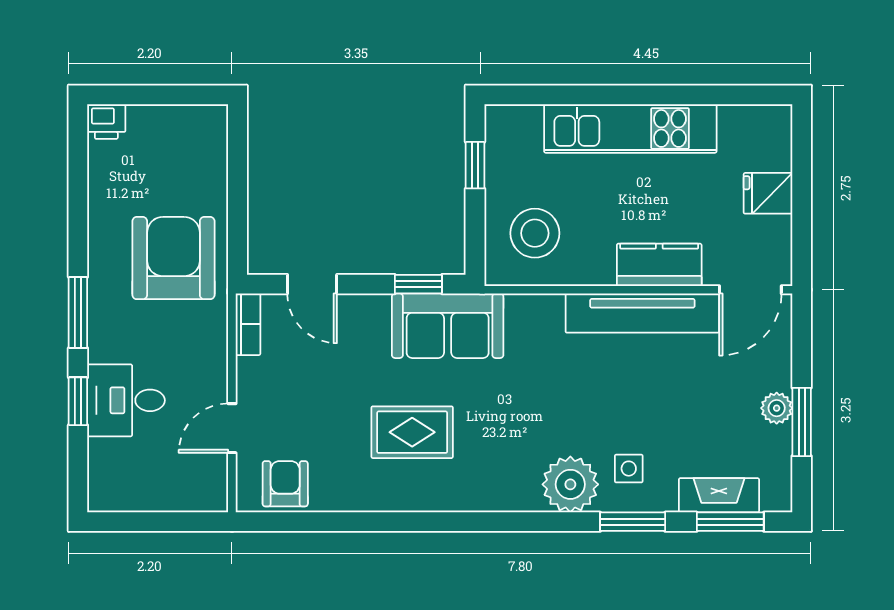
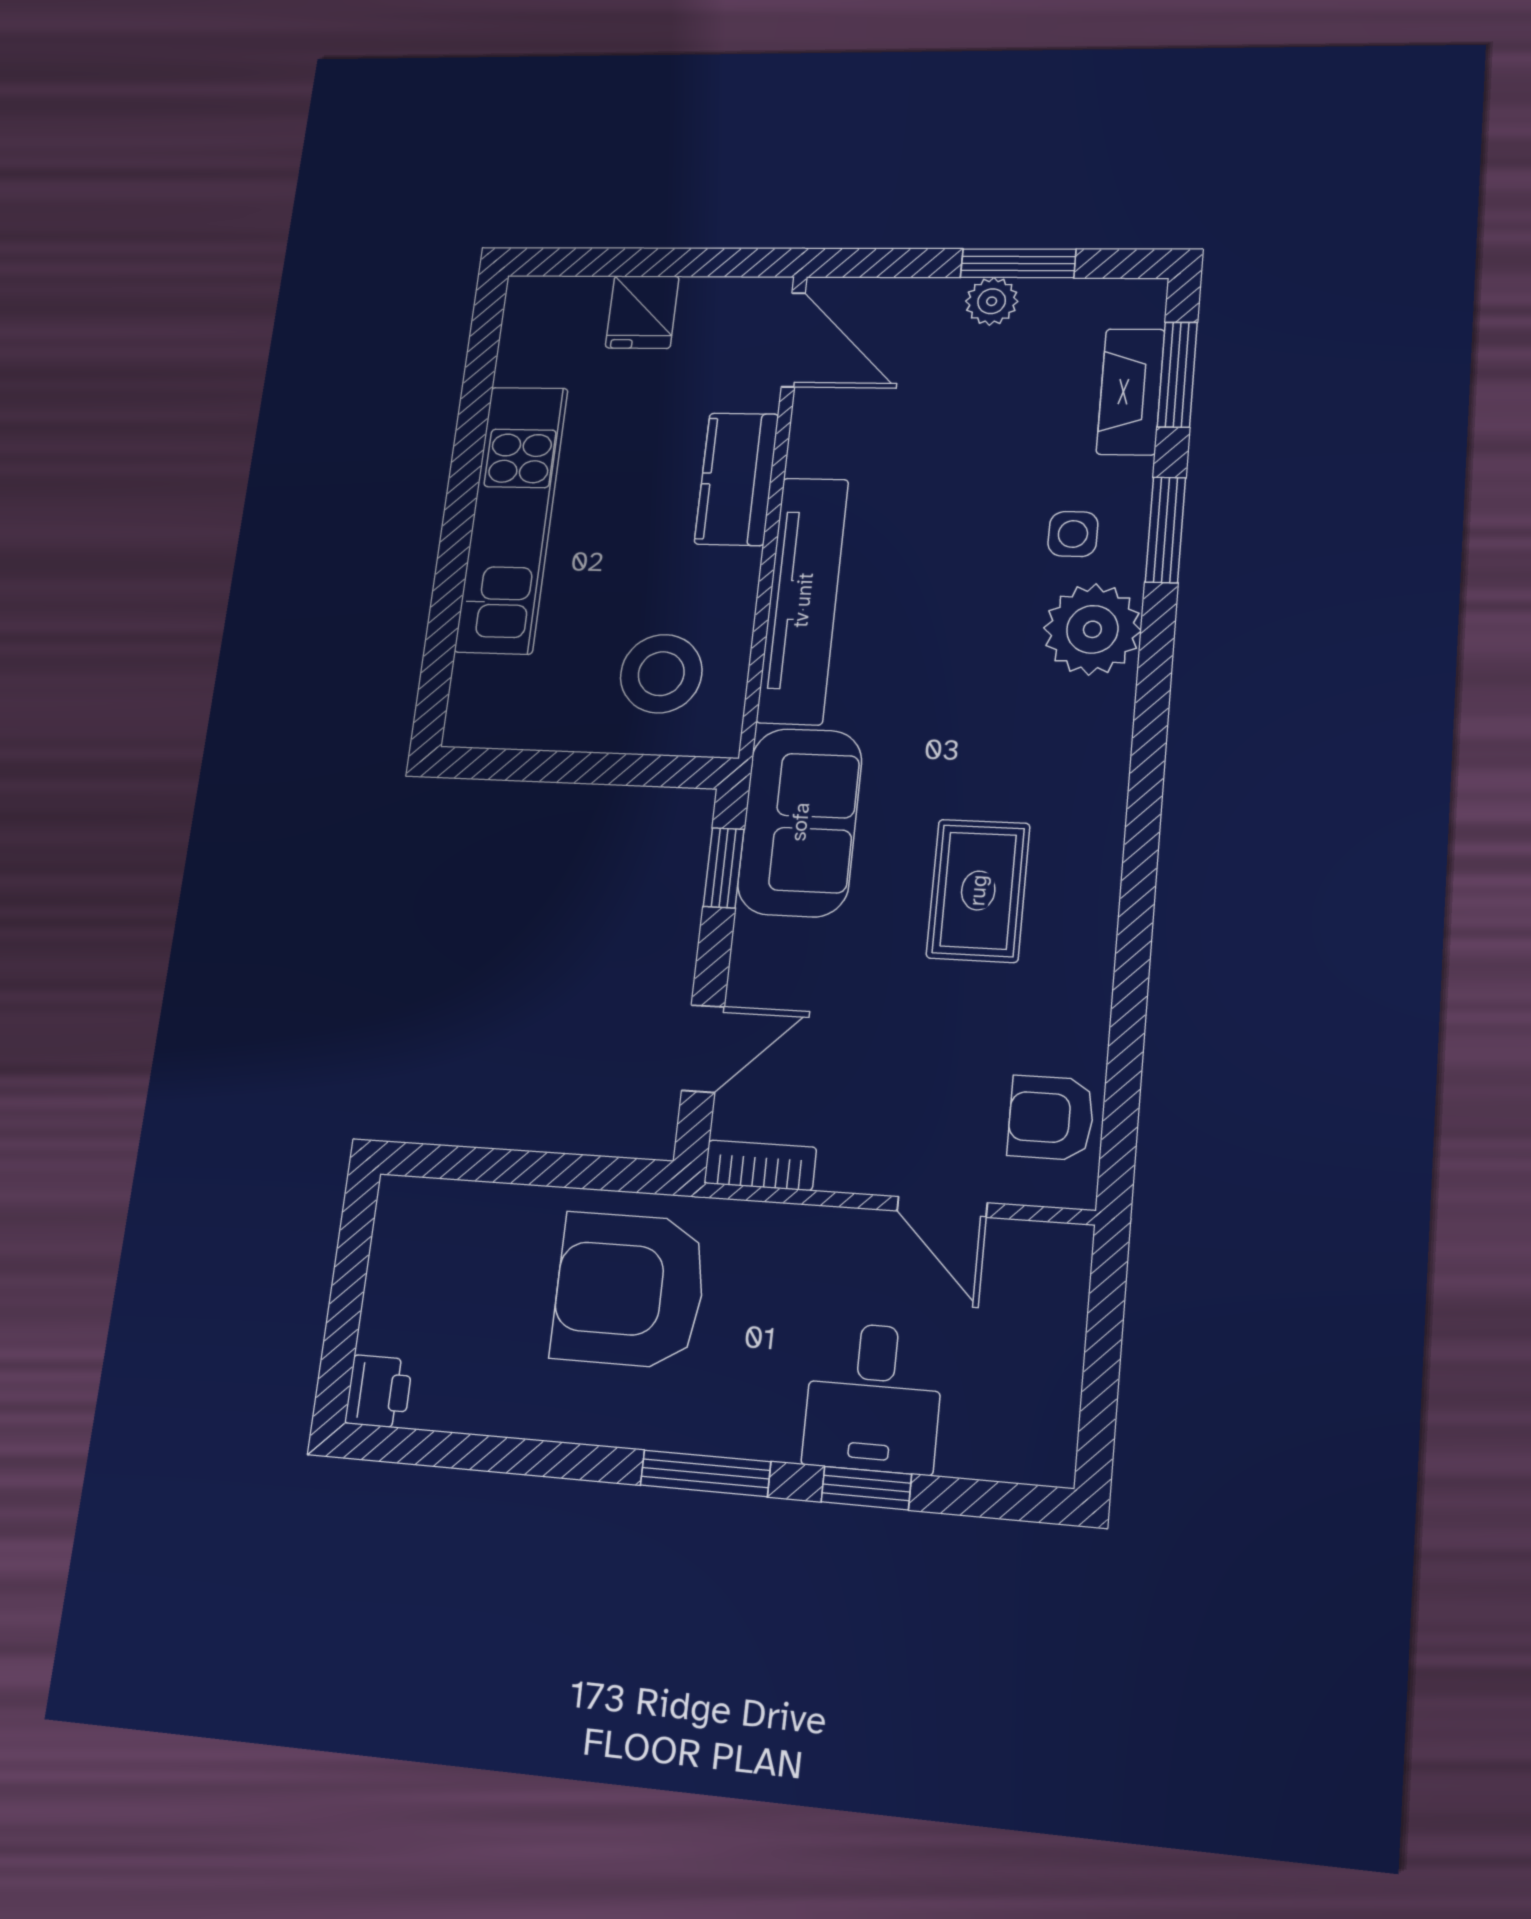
window: (475, 165) -> (537, 766), removed
tv unit: (642, 313) -> (803, 600), moved

